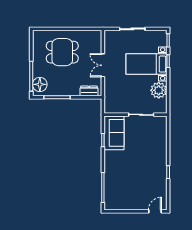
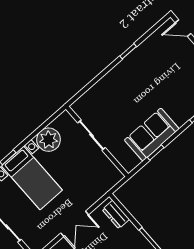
sofa: (114, 133) -> (152, 134), moved

